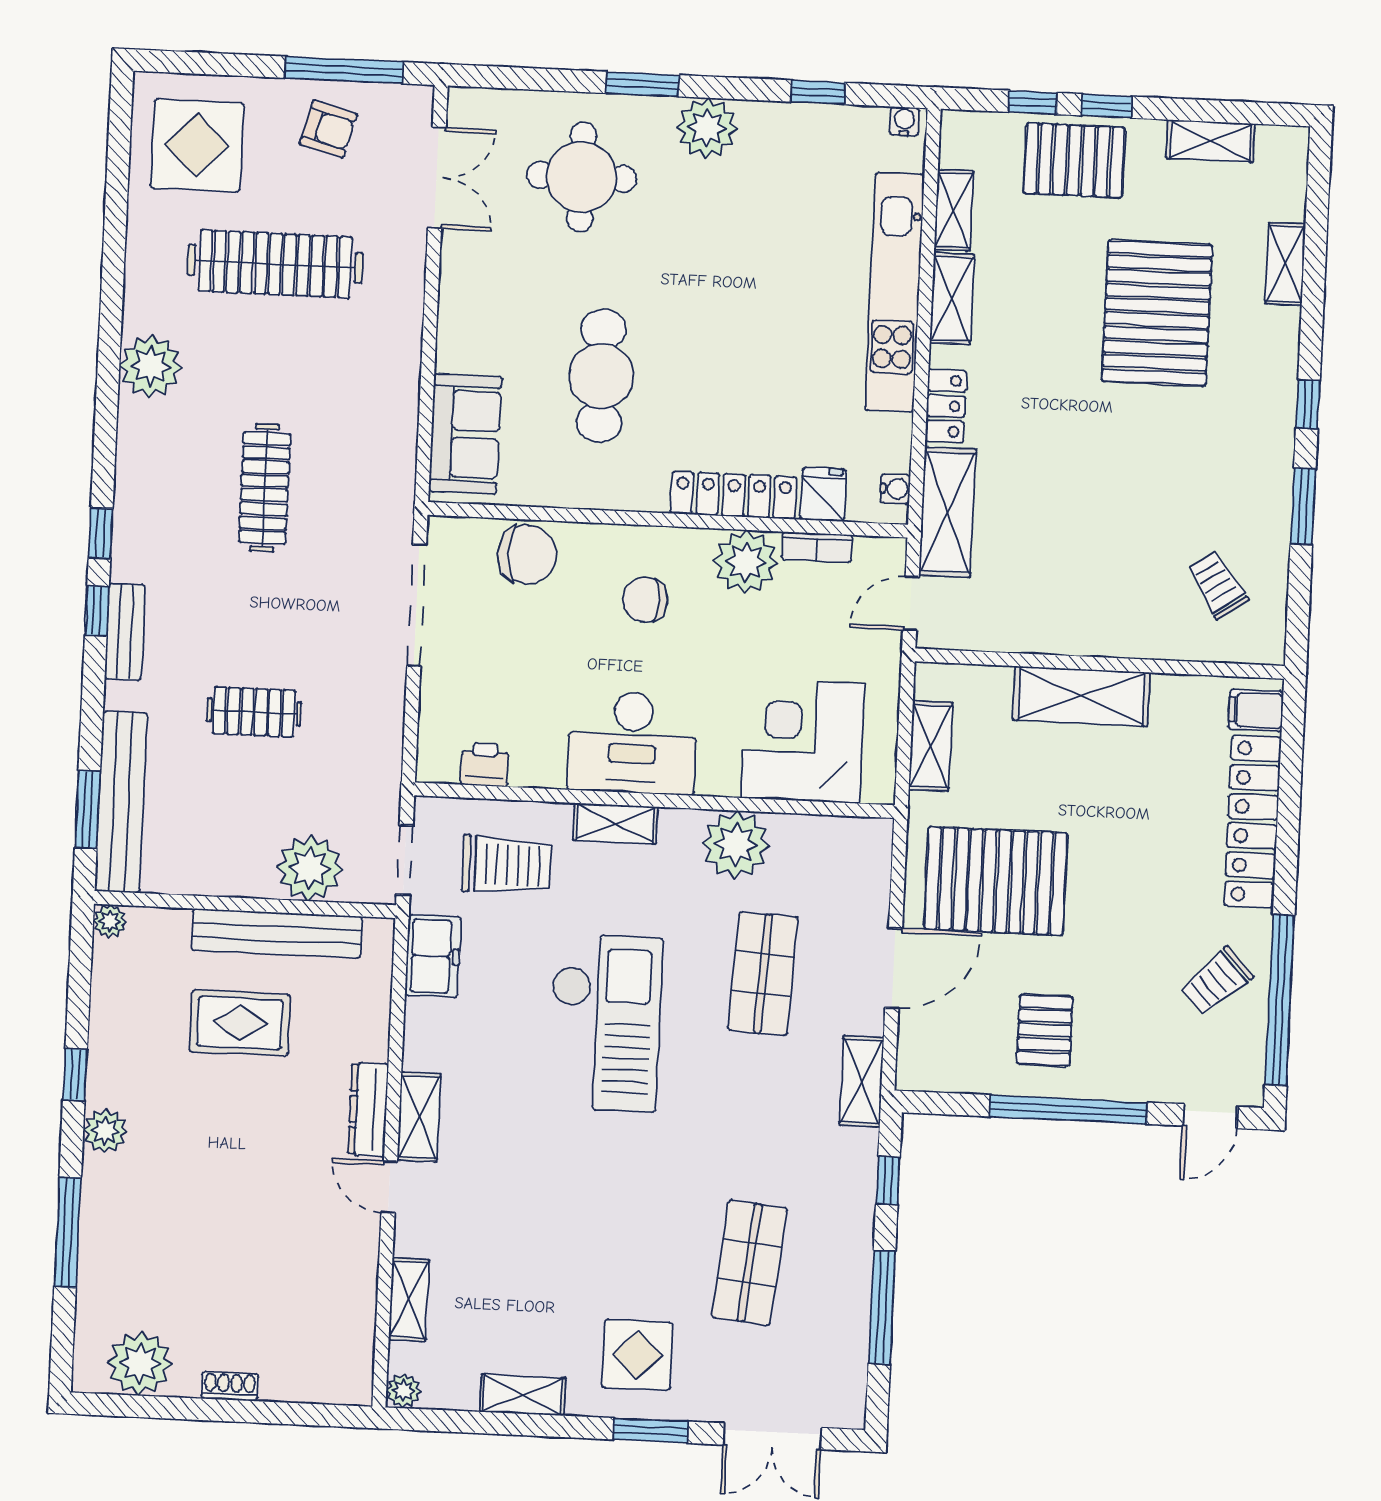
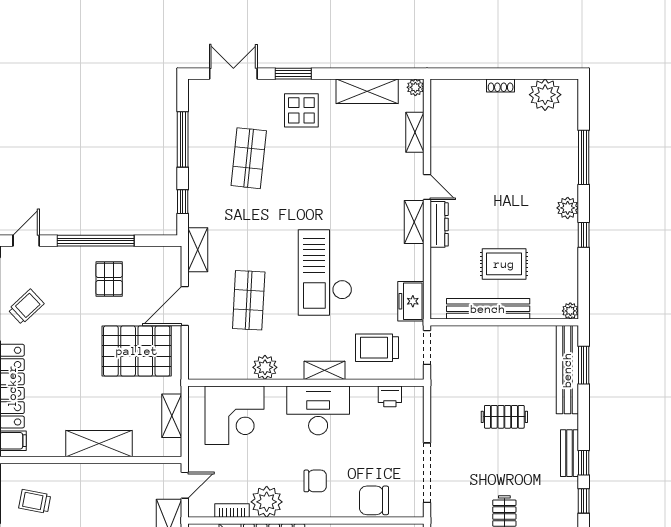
trolley: (1218, 585) -> (35, 501), turned 135
plant: (736, 845) -> (265, 367), width x0.73, depth x0.73
plant: (310, 868) -> (473, 341), removed
shelving: (523, 1395) -> (367, 91), width x1.50, depth x1.33

